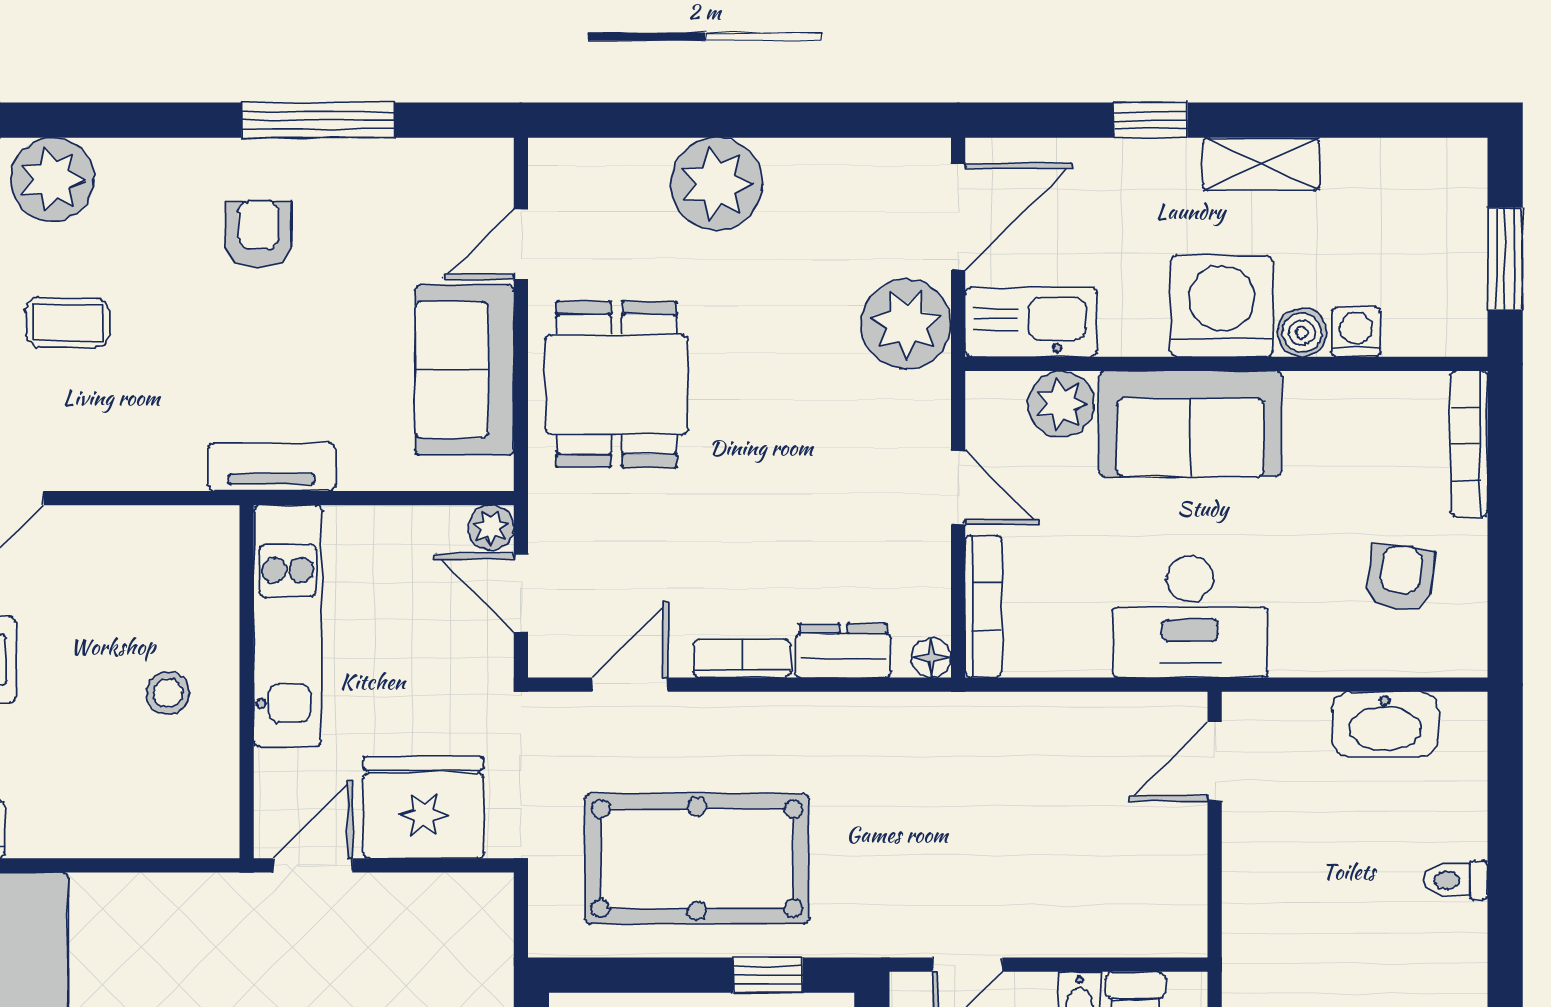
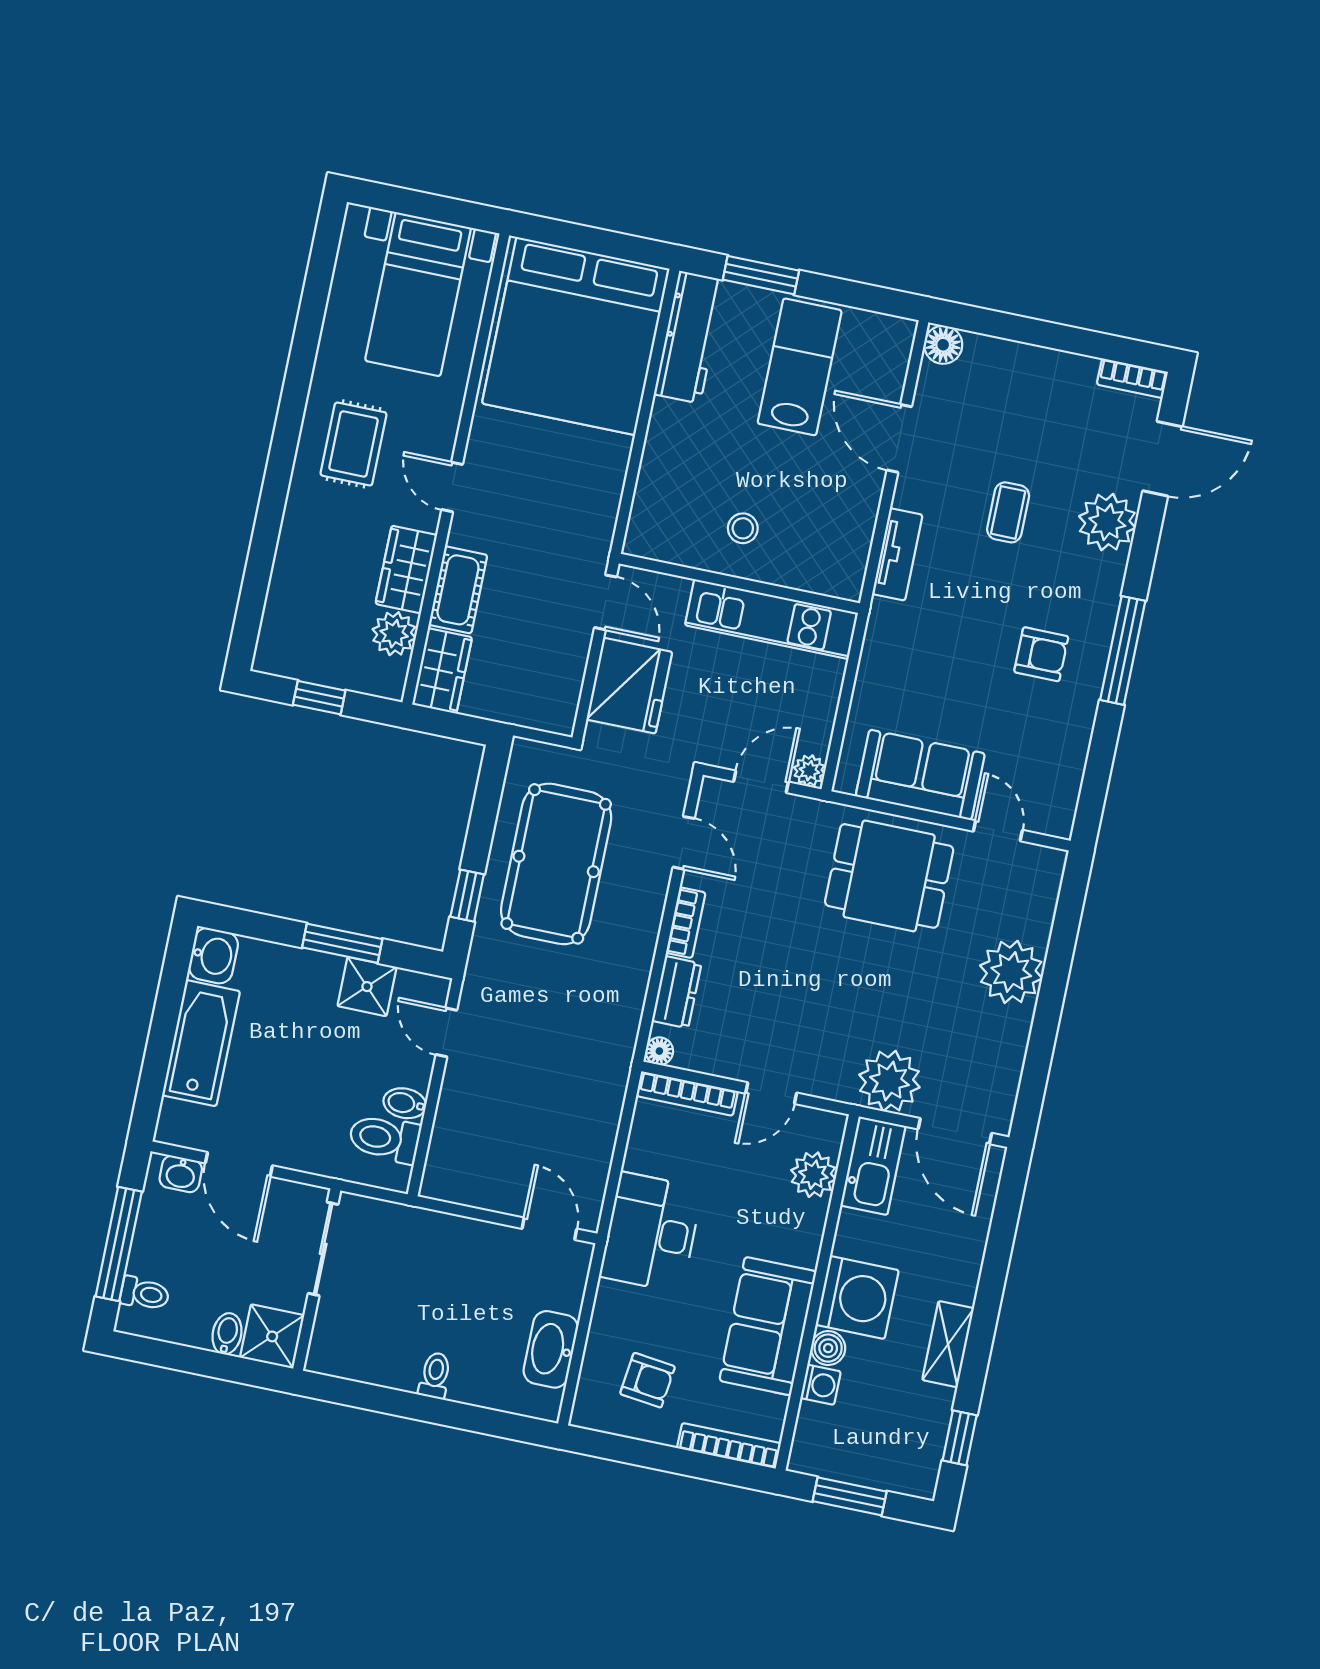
window: (318, 120) -> (1123, 650), moved
window: (1150, 120) -> (960, 1438), moved
sofa: (1190, 424) -> (768, 1326), moved
tv unit: (271, 467) -> (897, 554), moved

